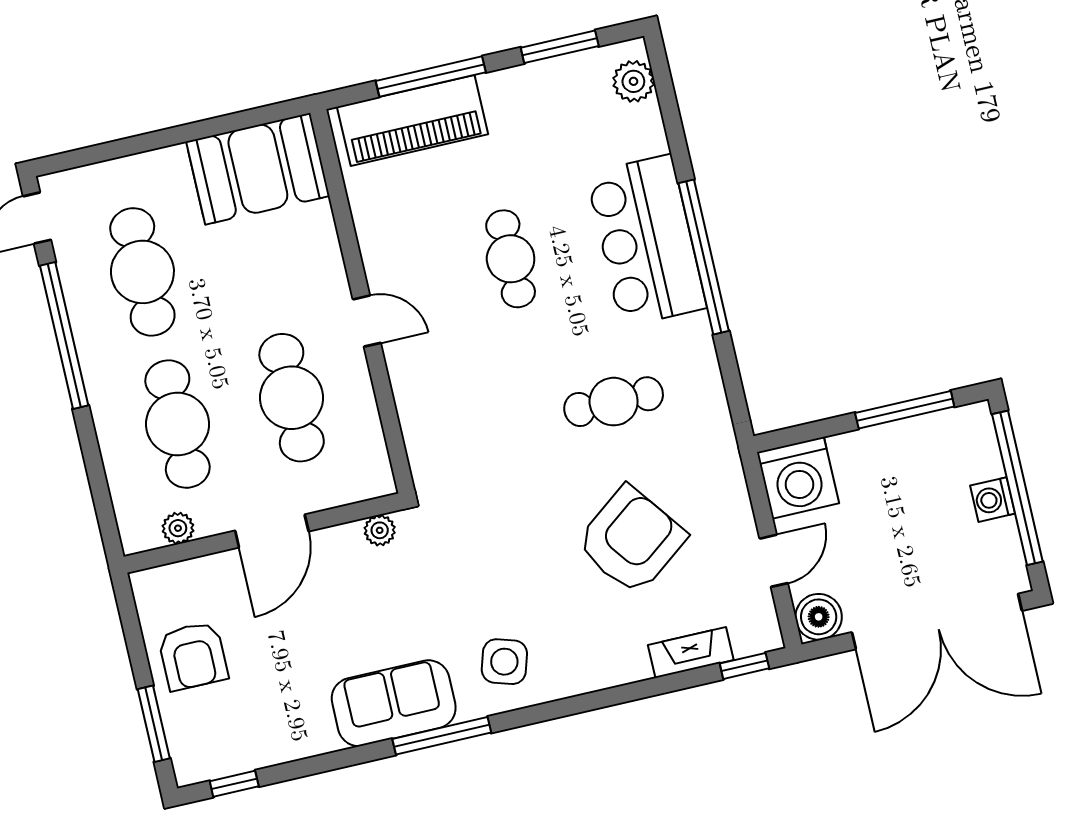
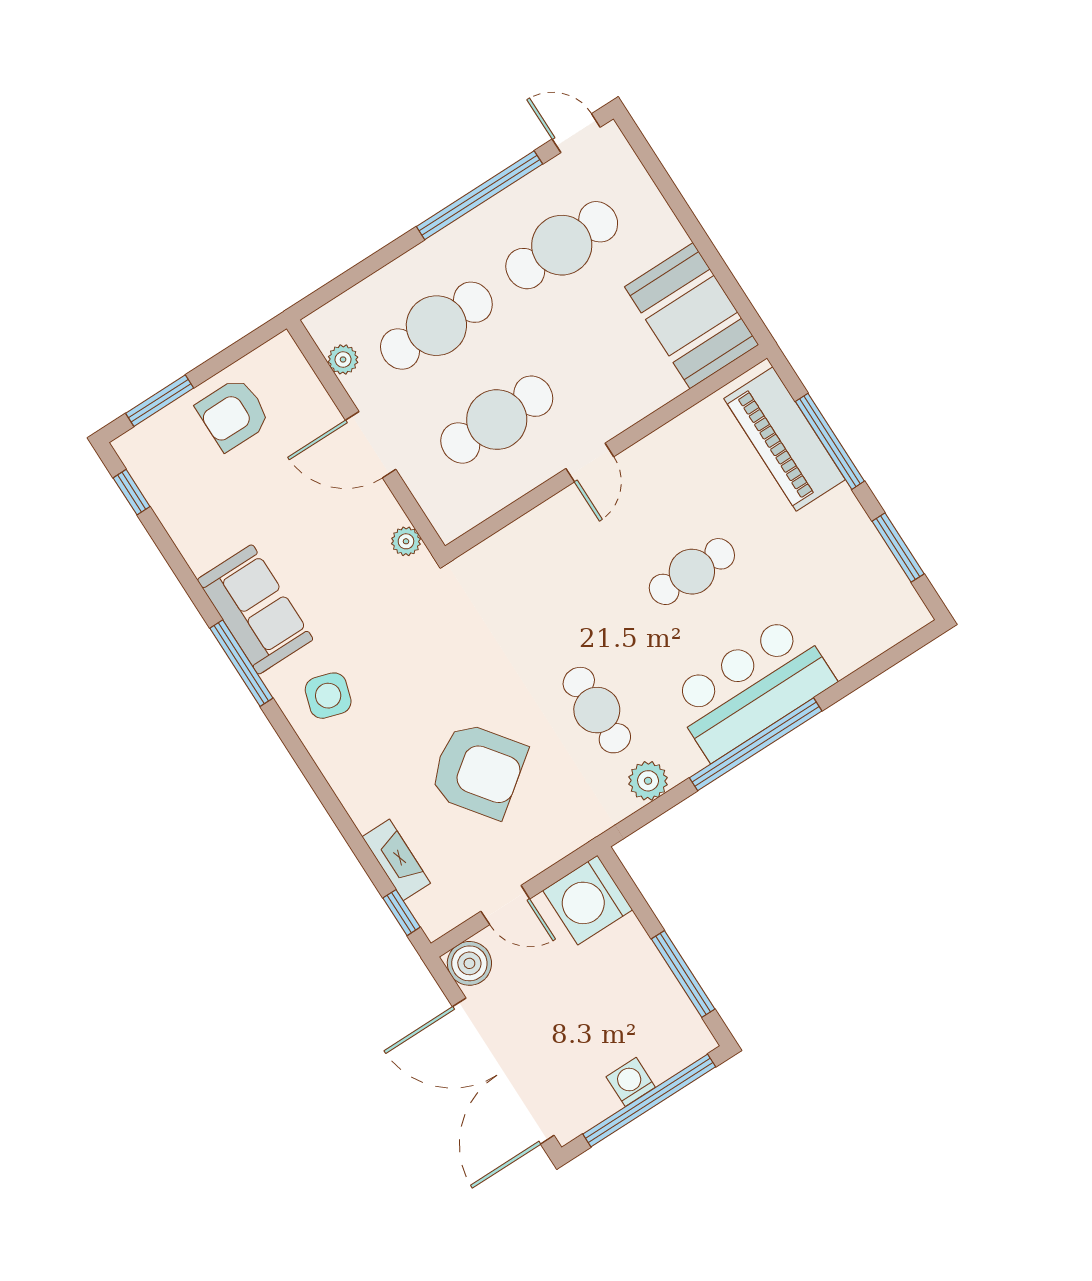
plant: (633, 81) -> (648, 781), moved

